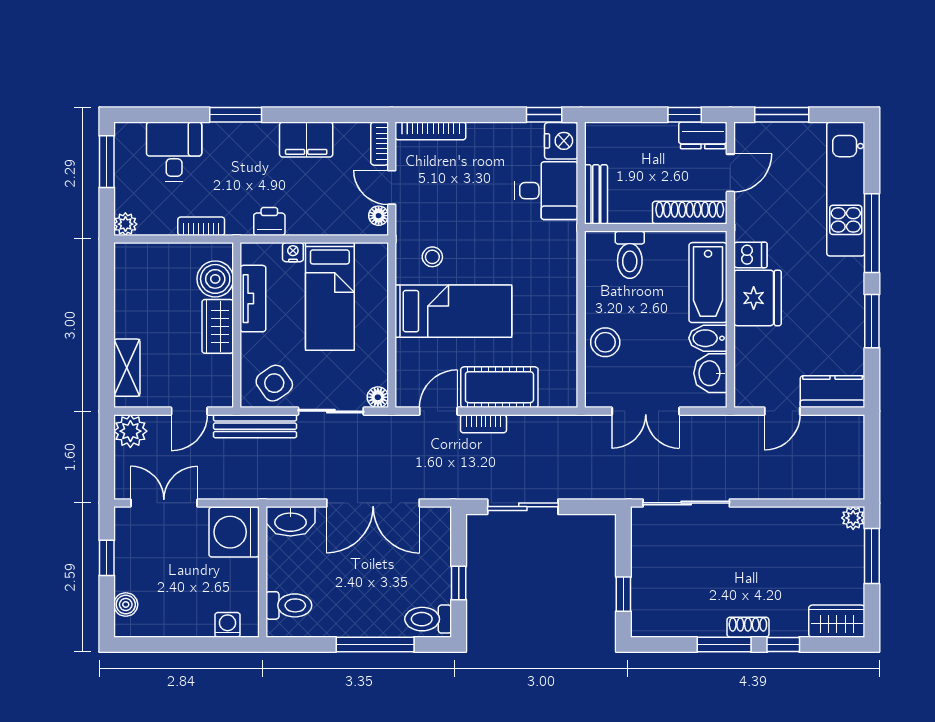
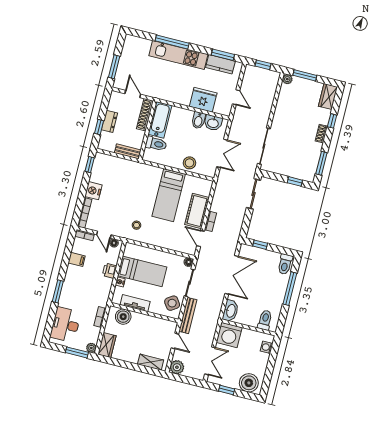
window: (685, 115) -> (99, 127), moved
dresser: (703, 135) -> (110, 121), moved
filing cabinet: (306, 140) -> (77, 259), width x0.50
nightstand: (561, 141) -> (93, 191), moved, turned -90
desk: (174, 151) -> (65, 325), width x1.37
window: (107, 162) -> (77, 352), moved
door: (392, 187) -> (104, 235), hinge flipped
kitchen unit: (846, 189) -> (178, 55), moved
desk: (546, 191) -> (121, 171), removed
printer: (269, 221) -> (110, 271), moved
dishwasher: (750, 255) -> (169, 94), removed
bathtub: (708, 283) -> (160, 120), moved, turned -90
fridge: (757, 298) -> (203, 100), moved
bed: (453, 311) -> (169, 195), moved, turned 180
window: (872, 321) -> (223, 55), moved
wardrobe: (218, 326) -> (107, 345), moved, turned -90
kitchen counter: (833, 392) -> (220, 64), moved, turned -90
window: (872, 454) -> (263, 65), added
double door: (164, 503) -> (210, 361), swing flipped
sliding door: (523, 507) -> (254, 194), moved
window: (459, 583) -> (260, 245), moved
boiler: (126, 604) -> (249, 383), width x1.86, depth x1.86
window: (724, 644) -> (321, 163), moved

